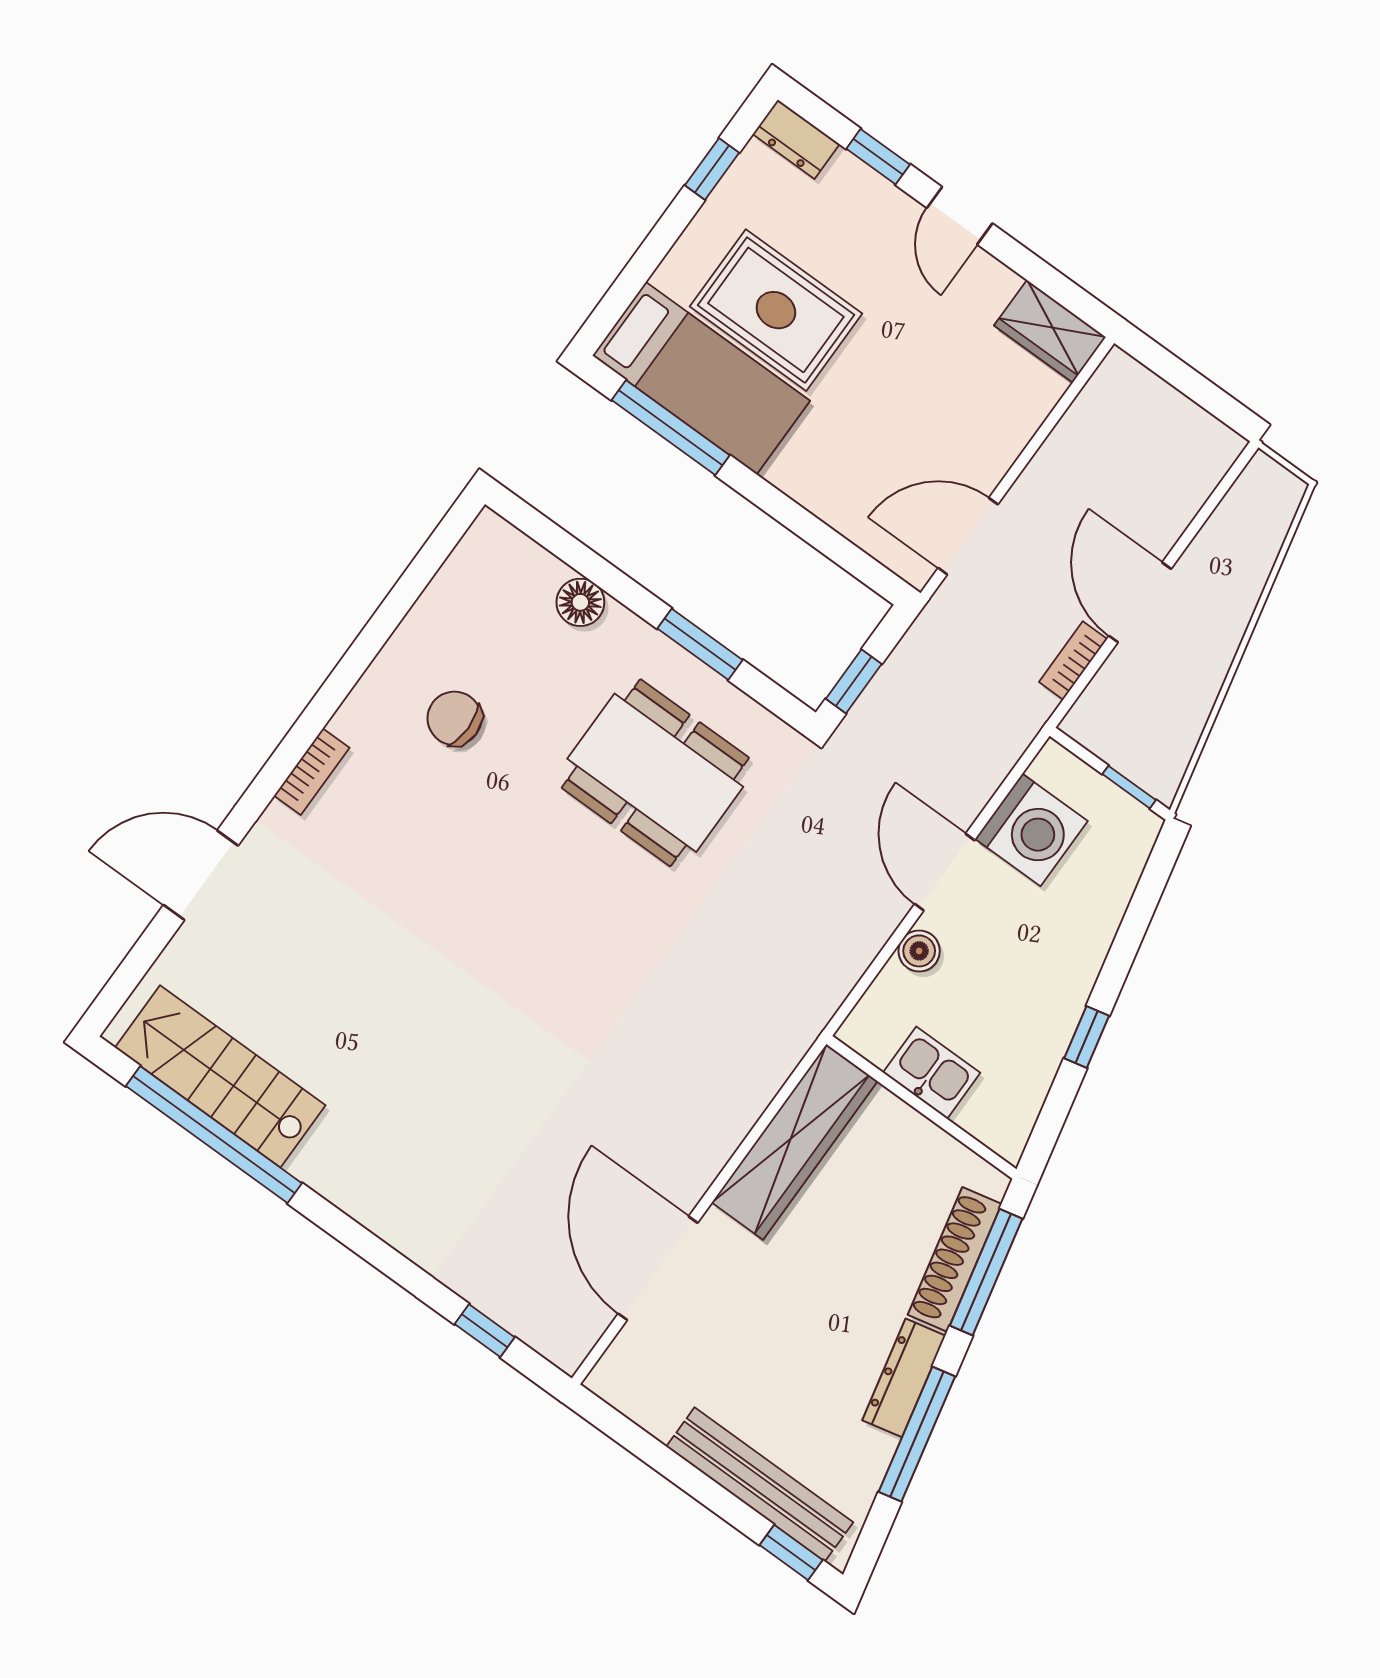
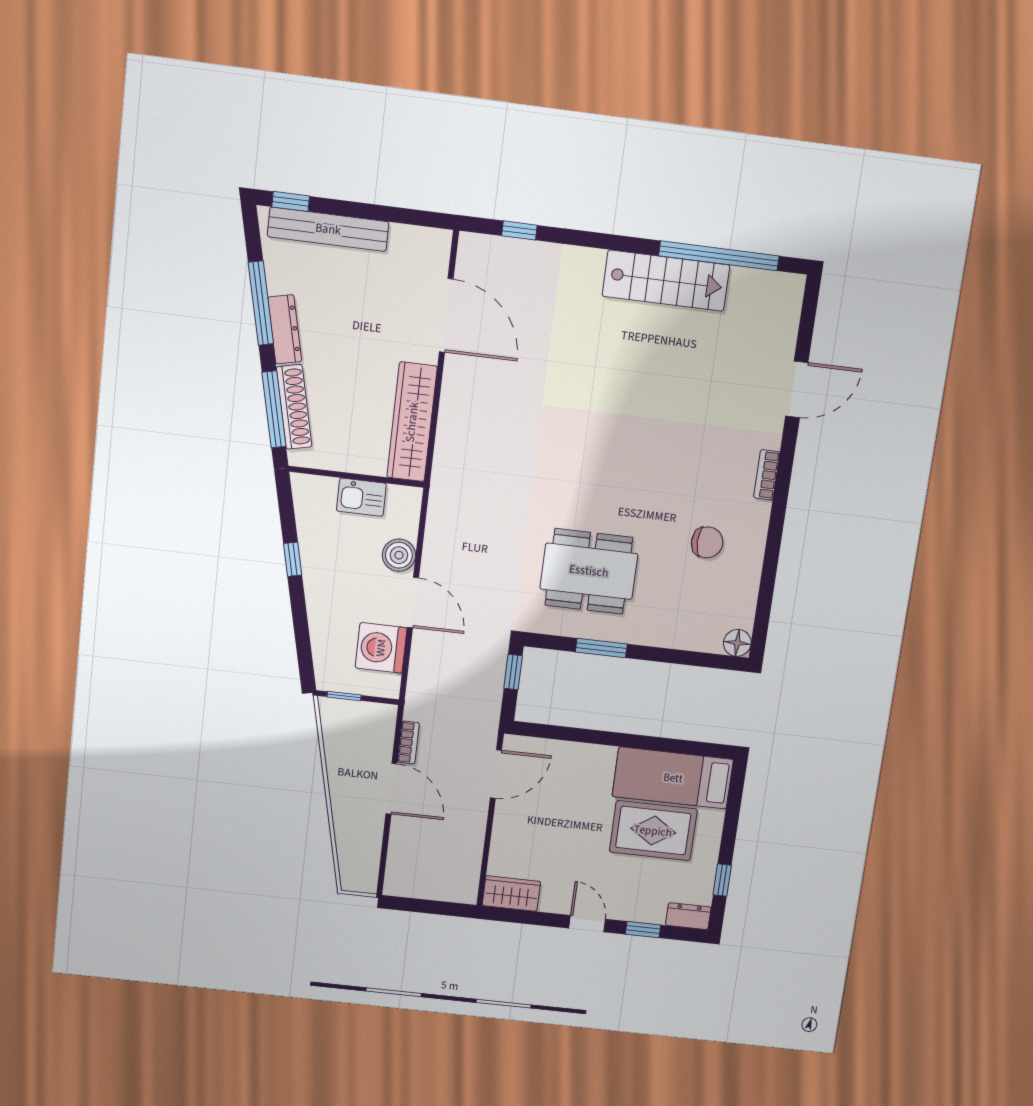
window: (671, 428) -> (675, 746), removed
floor lamp: (580, 602) -> (737, 643), moved
boiler: (919, 951) -> (399, 555), width x1.36, depth x1.36
stairs: (220, 1076) -> (666, 281), moved

